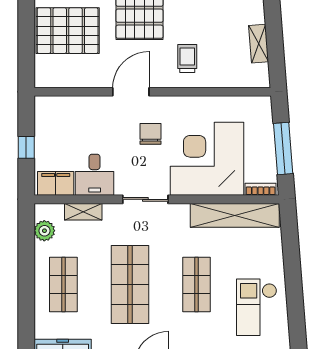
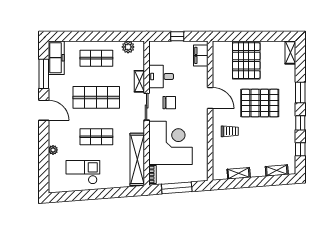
chair: (150, 134) -> (169, 103), moved
filing cabinet: (56, 183) -> (201, 55), moved, turned 180
shelving: (83, 212) -> (139, 81), moved

